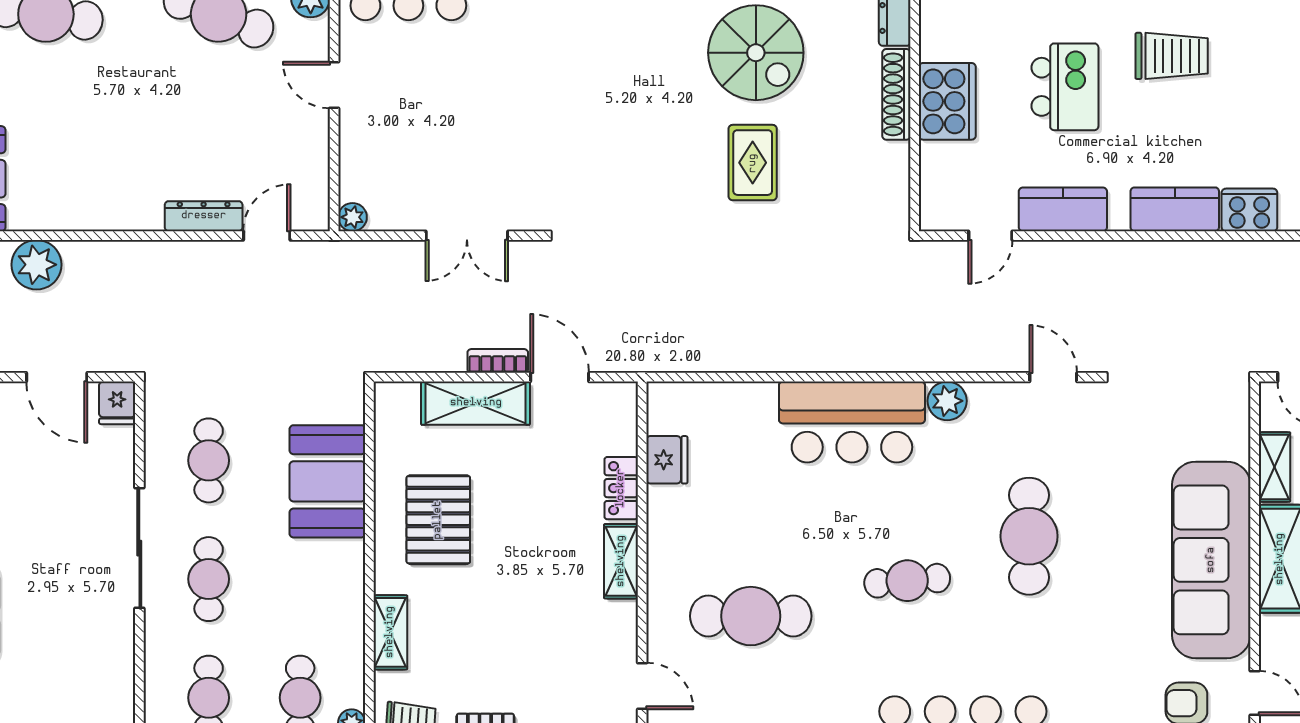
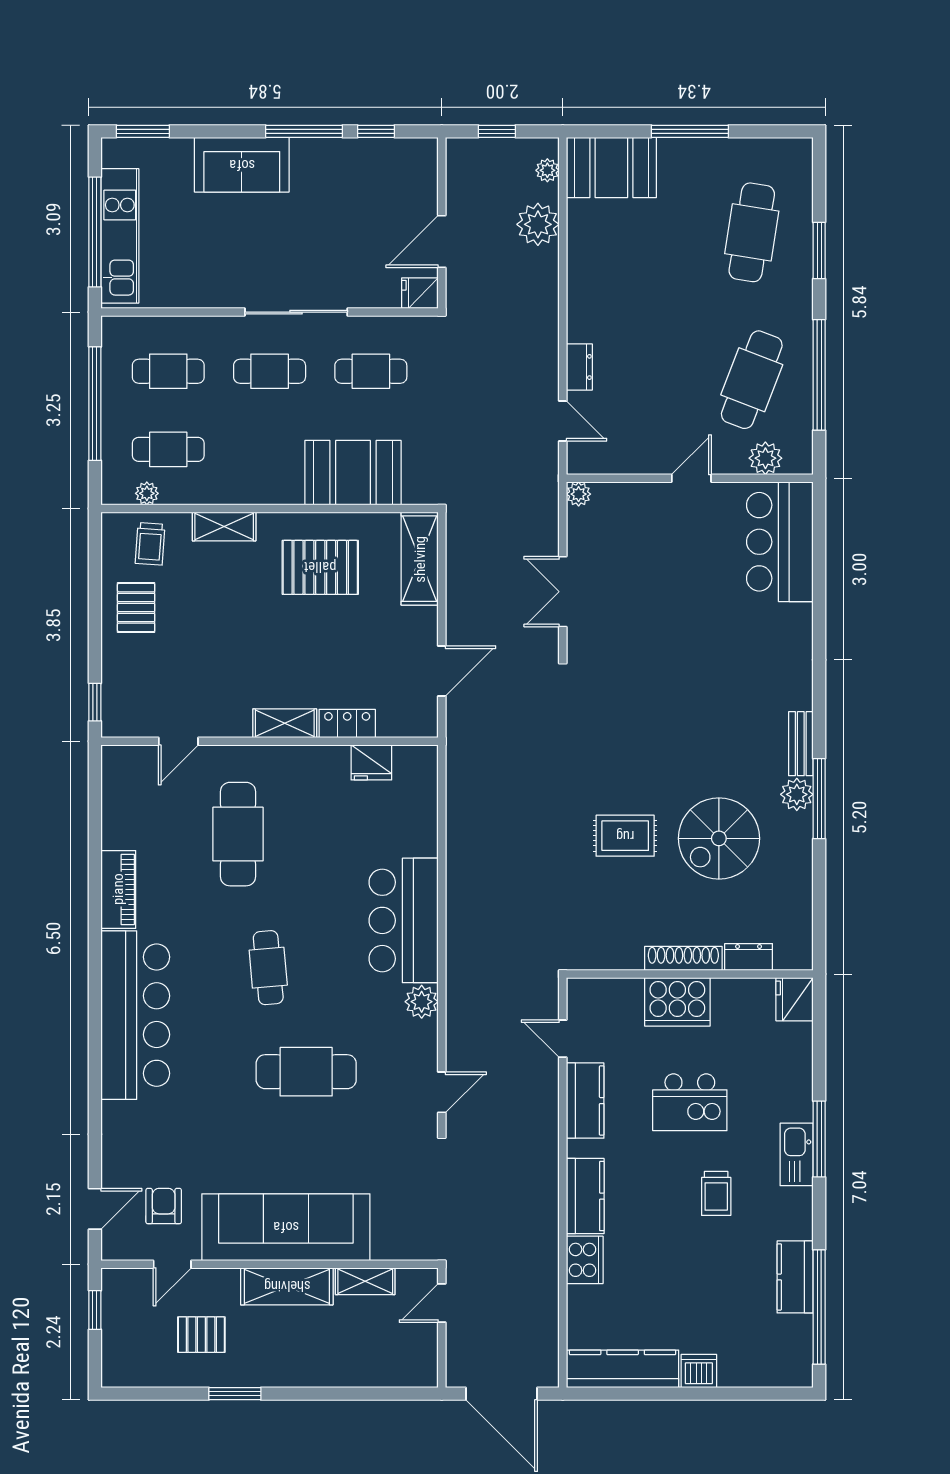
trolley: (1172, 56) -> (716, 1193), width x0.73, depth x0.72
dresser: (204, 216) -> (579, 367), width x0.70
bookcase: (498, 361) -> (456, 618), removed
shelving: (476, 403) -> (420, 559), moved

